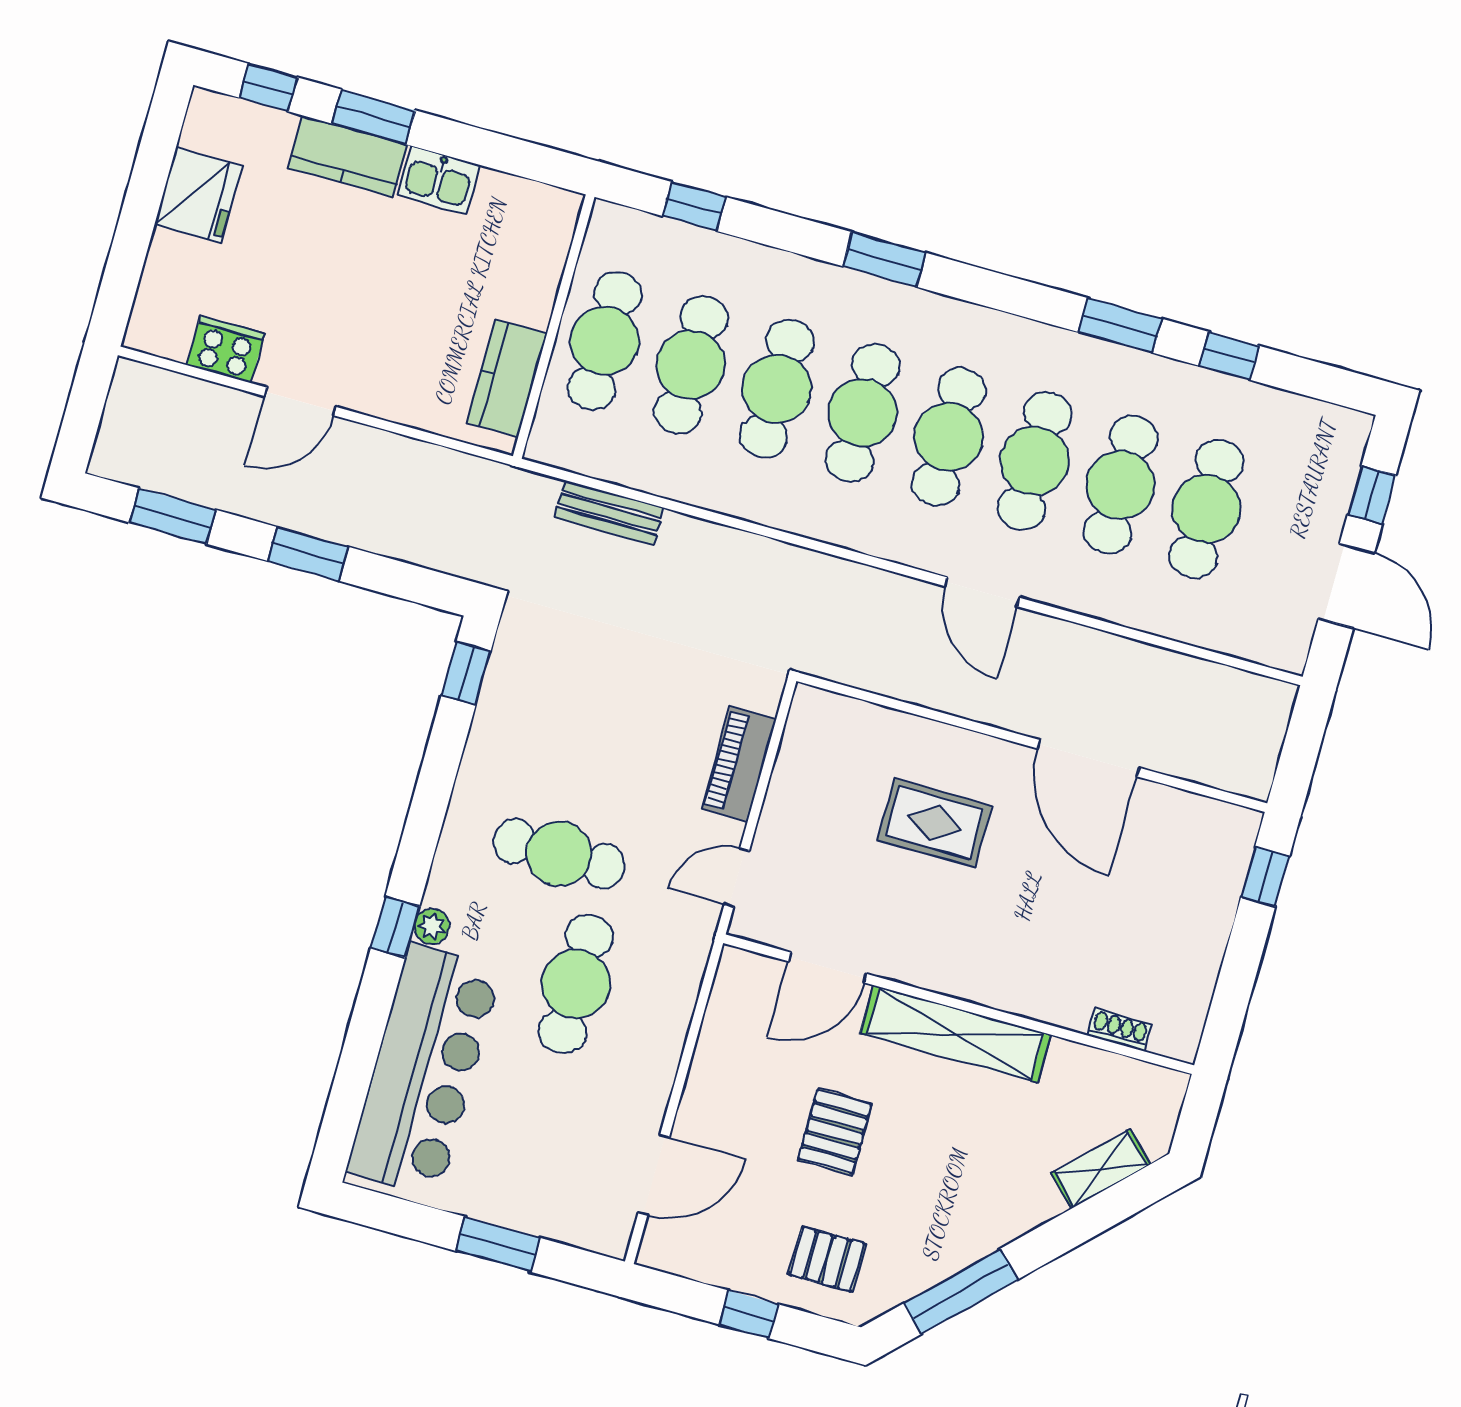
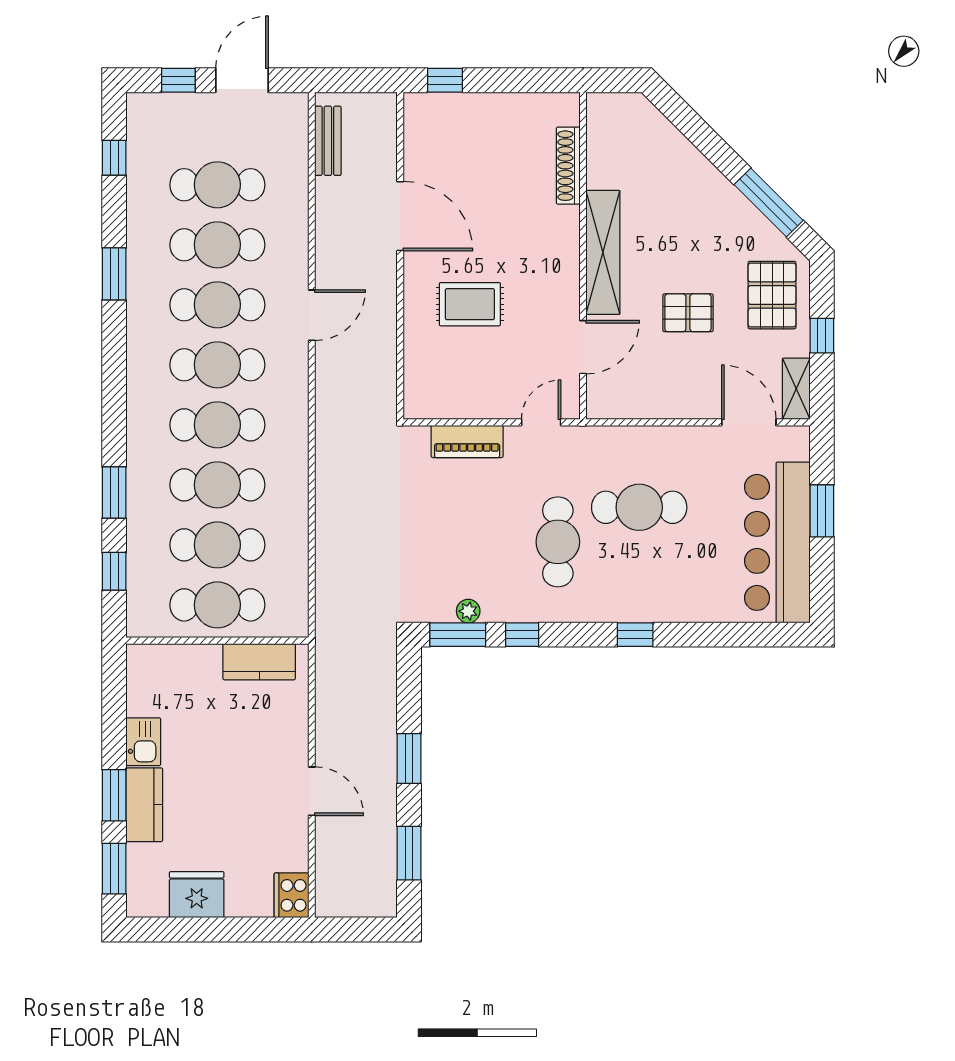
window: (268, 88) -> (114, 869), width x1.50
window: (884, 260) -> (114, 493), moved
cooker: (226, 349) -> (291, 895), moved
window: (1229, 356) -> (114, 158), moved
bench: (609, 513) -> (328, 141), moved
window: (466, 673) -> (458, 635), width x1.50
door: (1089, 758) -> (400, 216), hinge flipped
window: (440, 765) -> (522, 635), added
rug: (935, 823) -> (470, 304), turned 90
door: (737, 878) -> (541, 422), swing flipped
plant: (432, 926) -> (468, 611), moved
door: (828, 968) -> (583, 347), hinge flipped
shoe rack: (1119, 1030) -> (568, 166), width x1.94, depth x1.24
bar counter: (424, 1070) -> (777, 542), moved, turned -90
shelving: (1101, 1169) -> (796, 389), moved, turned 45
pallet: (827, 1259) -> (772, 295), width x1.50, depth x1.42

